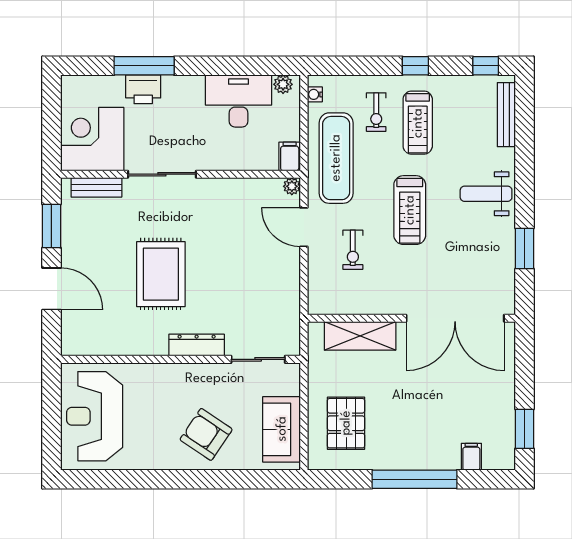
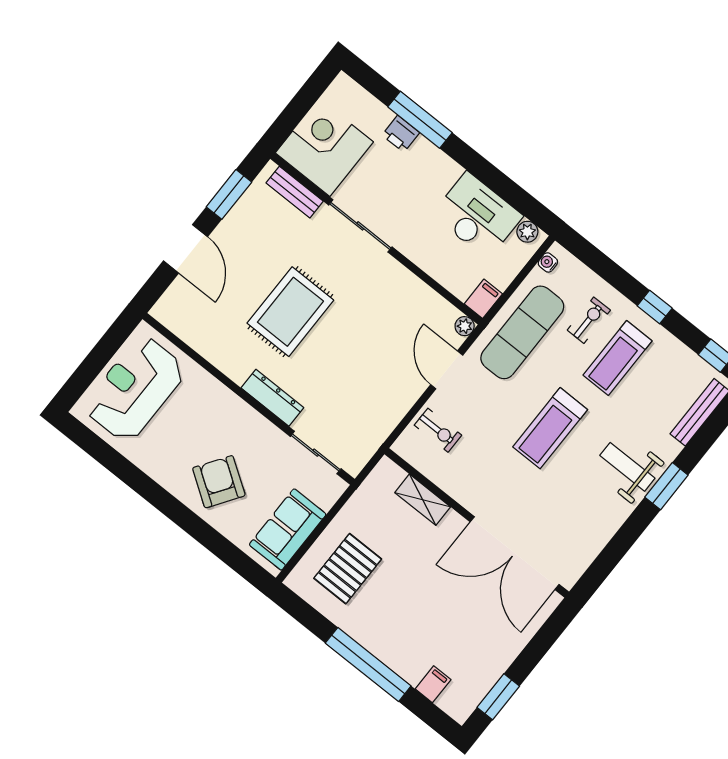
printer: (143, 89) -> (401, 134), width x0.73, depth x0.81
exercise bike: (376, 112) -> (589, 320), turned 180
window: (524, 249) -> (666, 486), moved
exercise bike: (353, 250) -> (438, 430), moved, turned -90
shelving: (360, 336) -> (423, 500), width x0.67, depth x0.75

